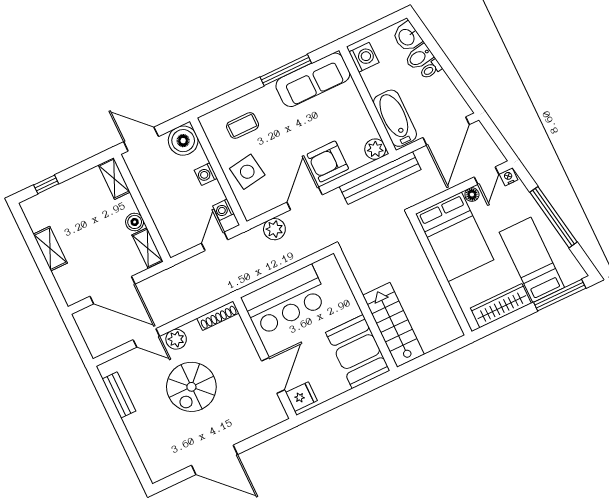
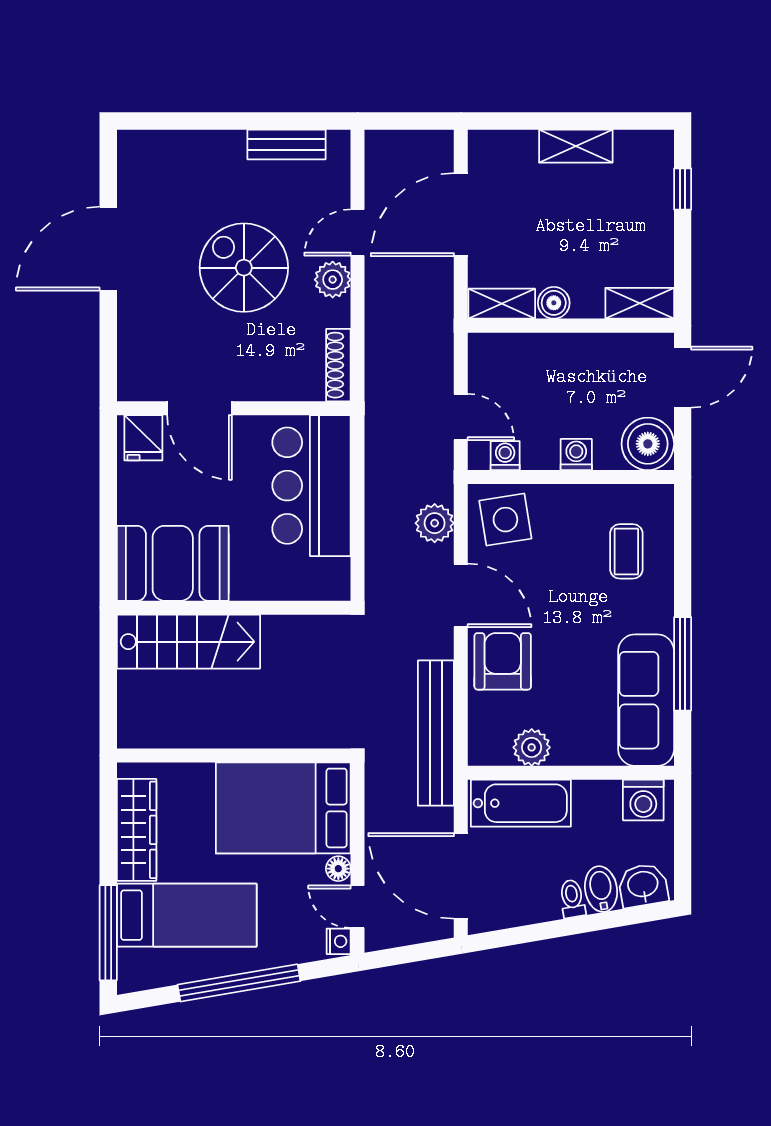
plant: (375, 149) -> (532, 747), moved
side table: (247, 172) -> (505, 520), moved

